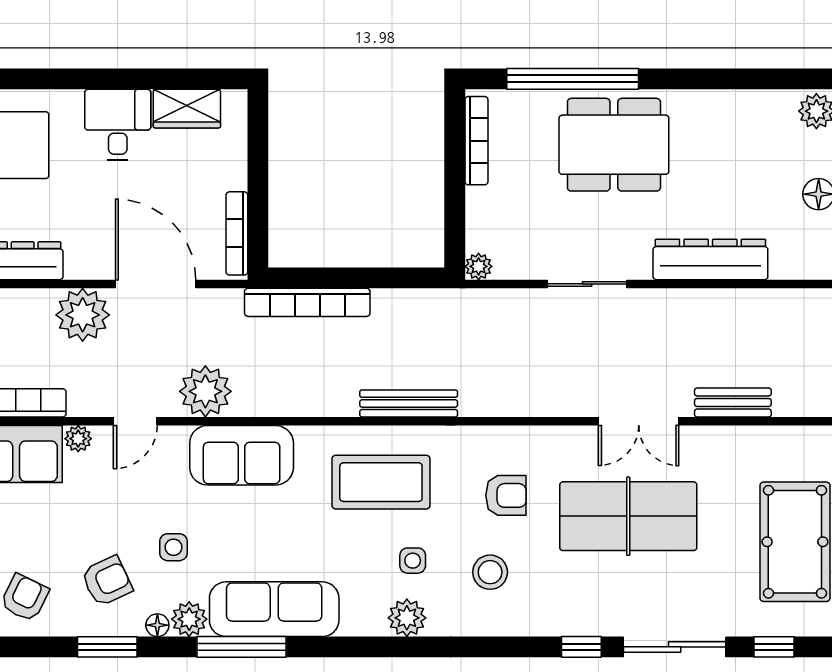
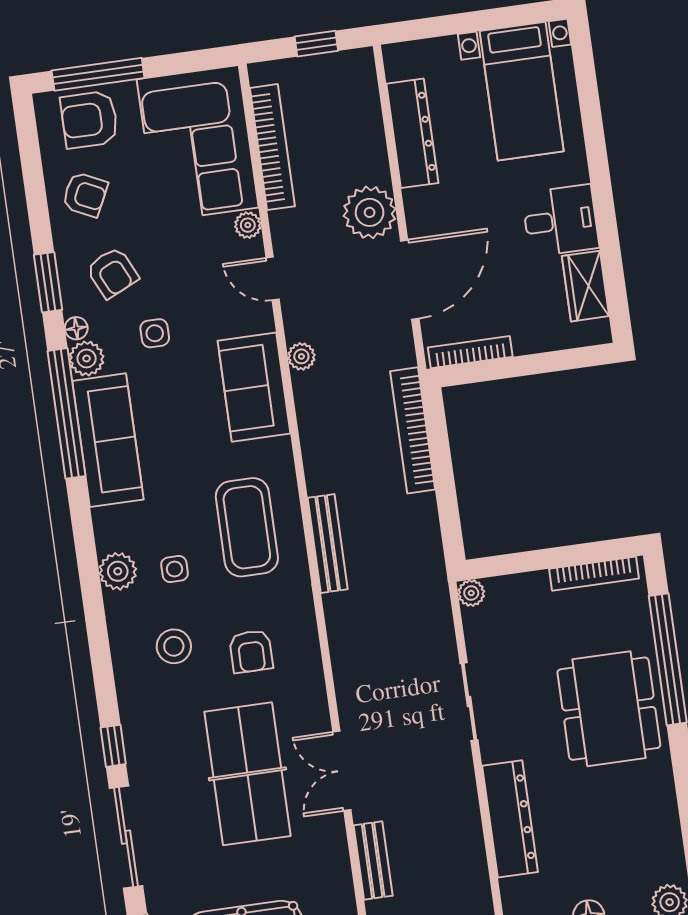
plant: (205, 391) -> (301, 356), width x0.53, depth x0.53
window: (241, 647) -> (66, 413), width x1.46

